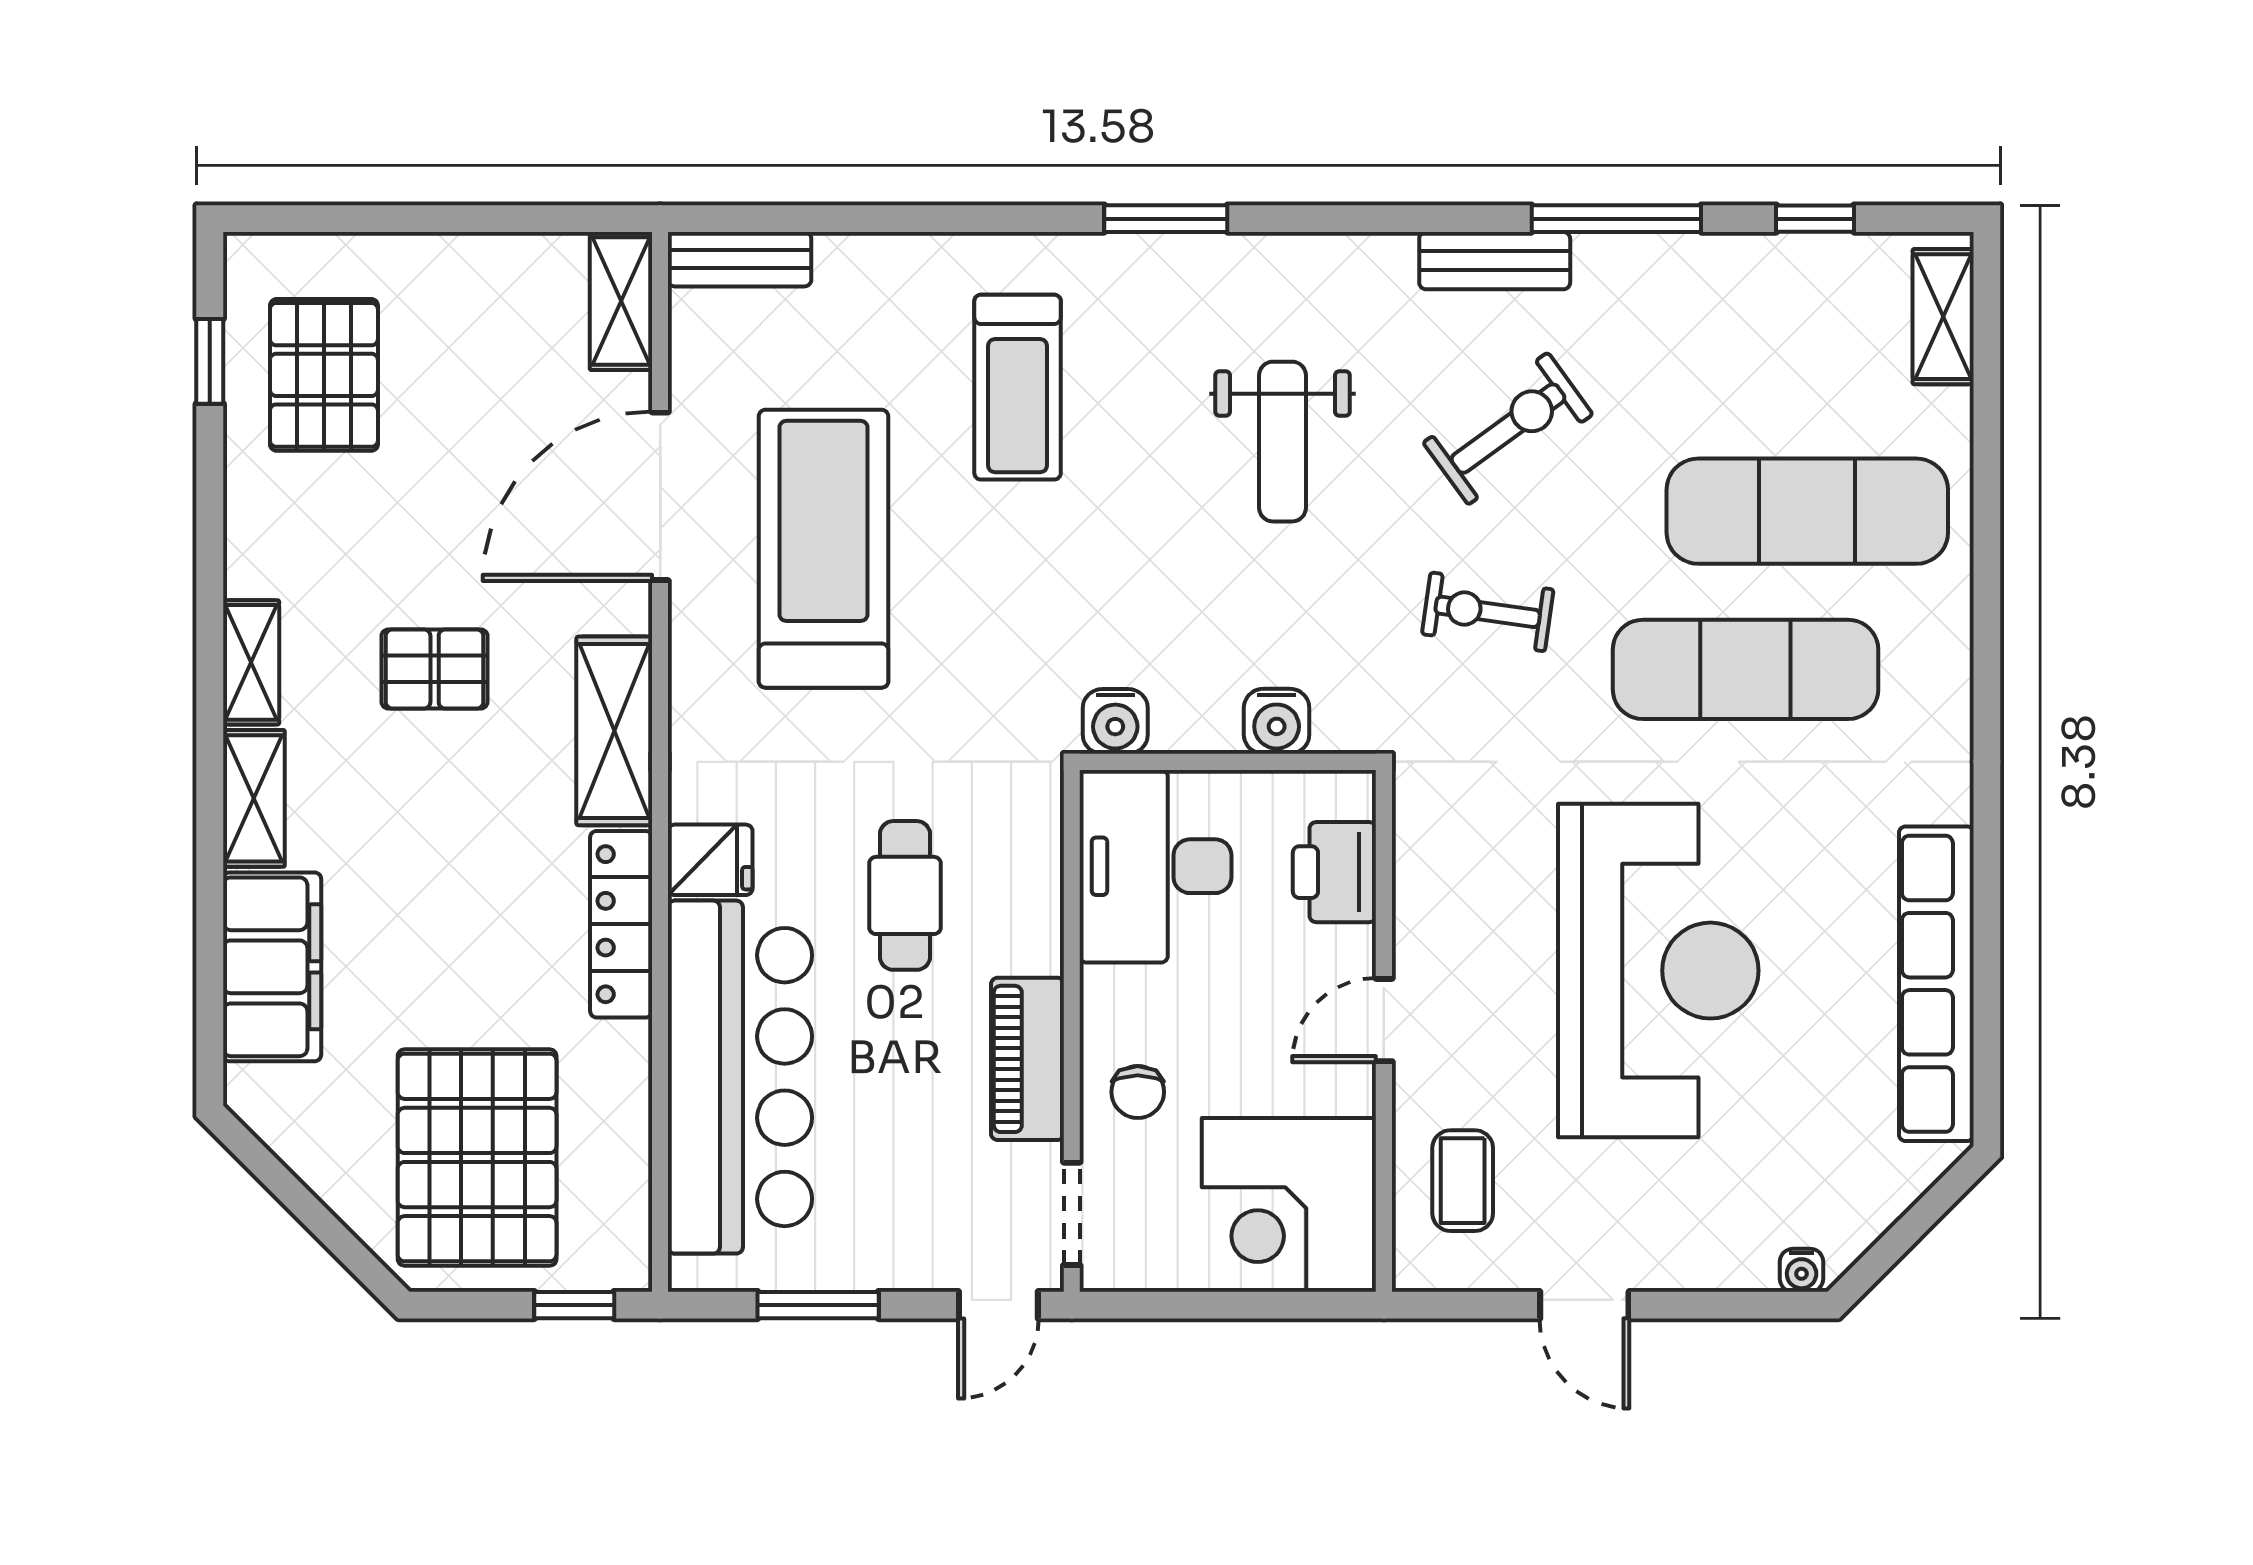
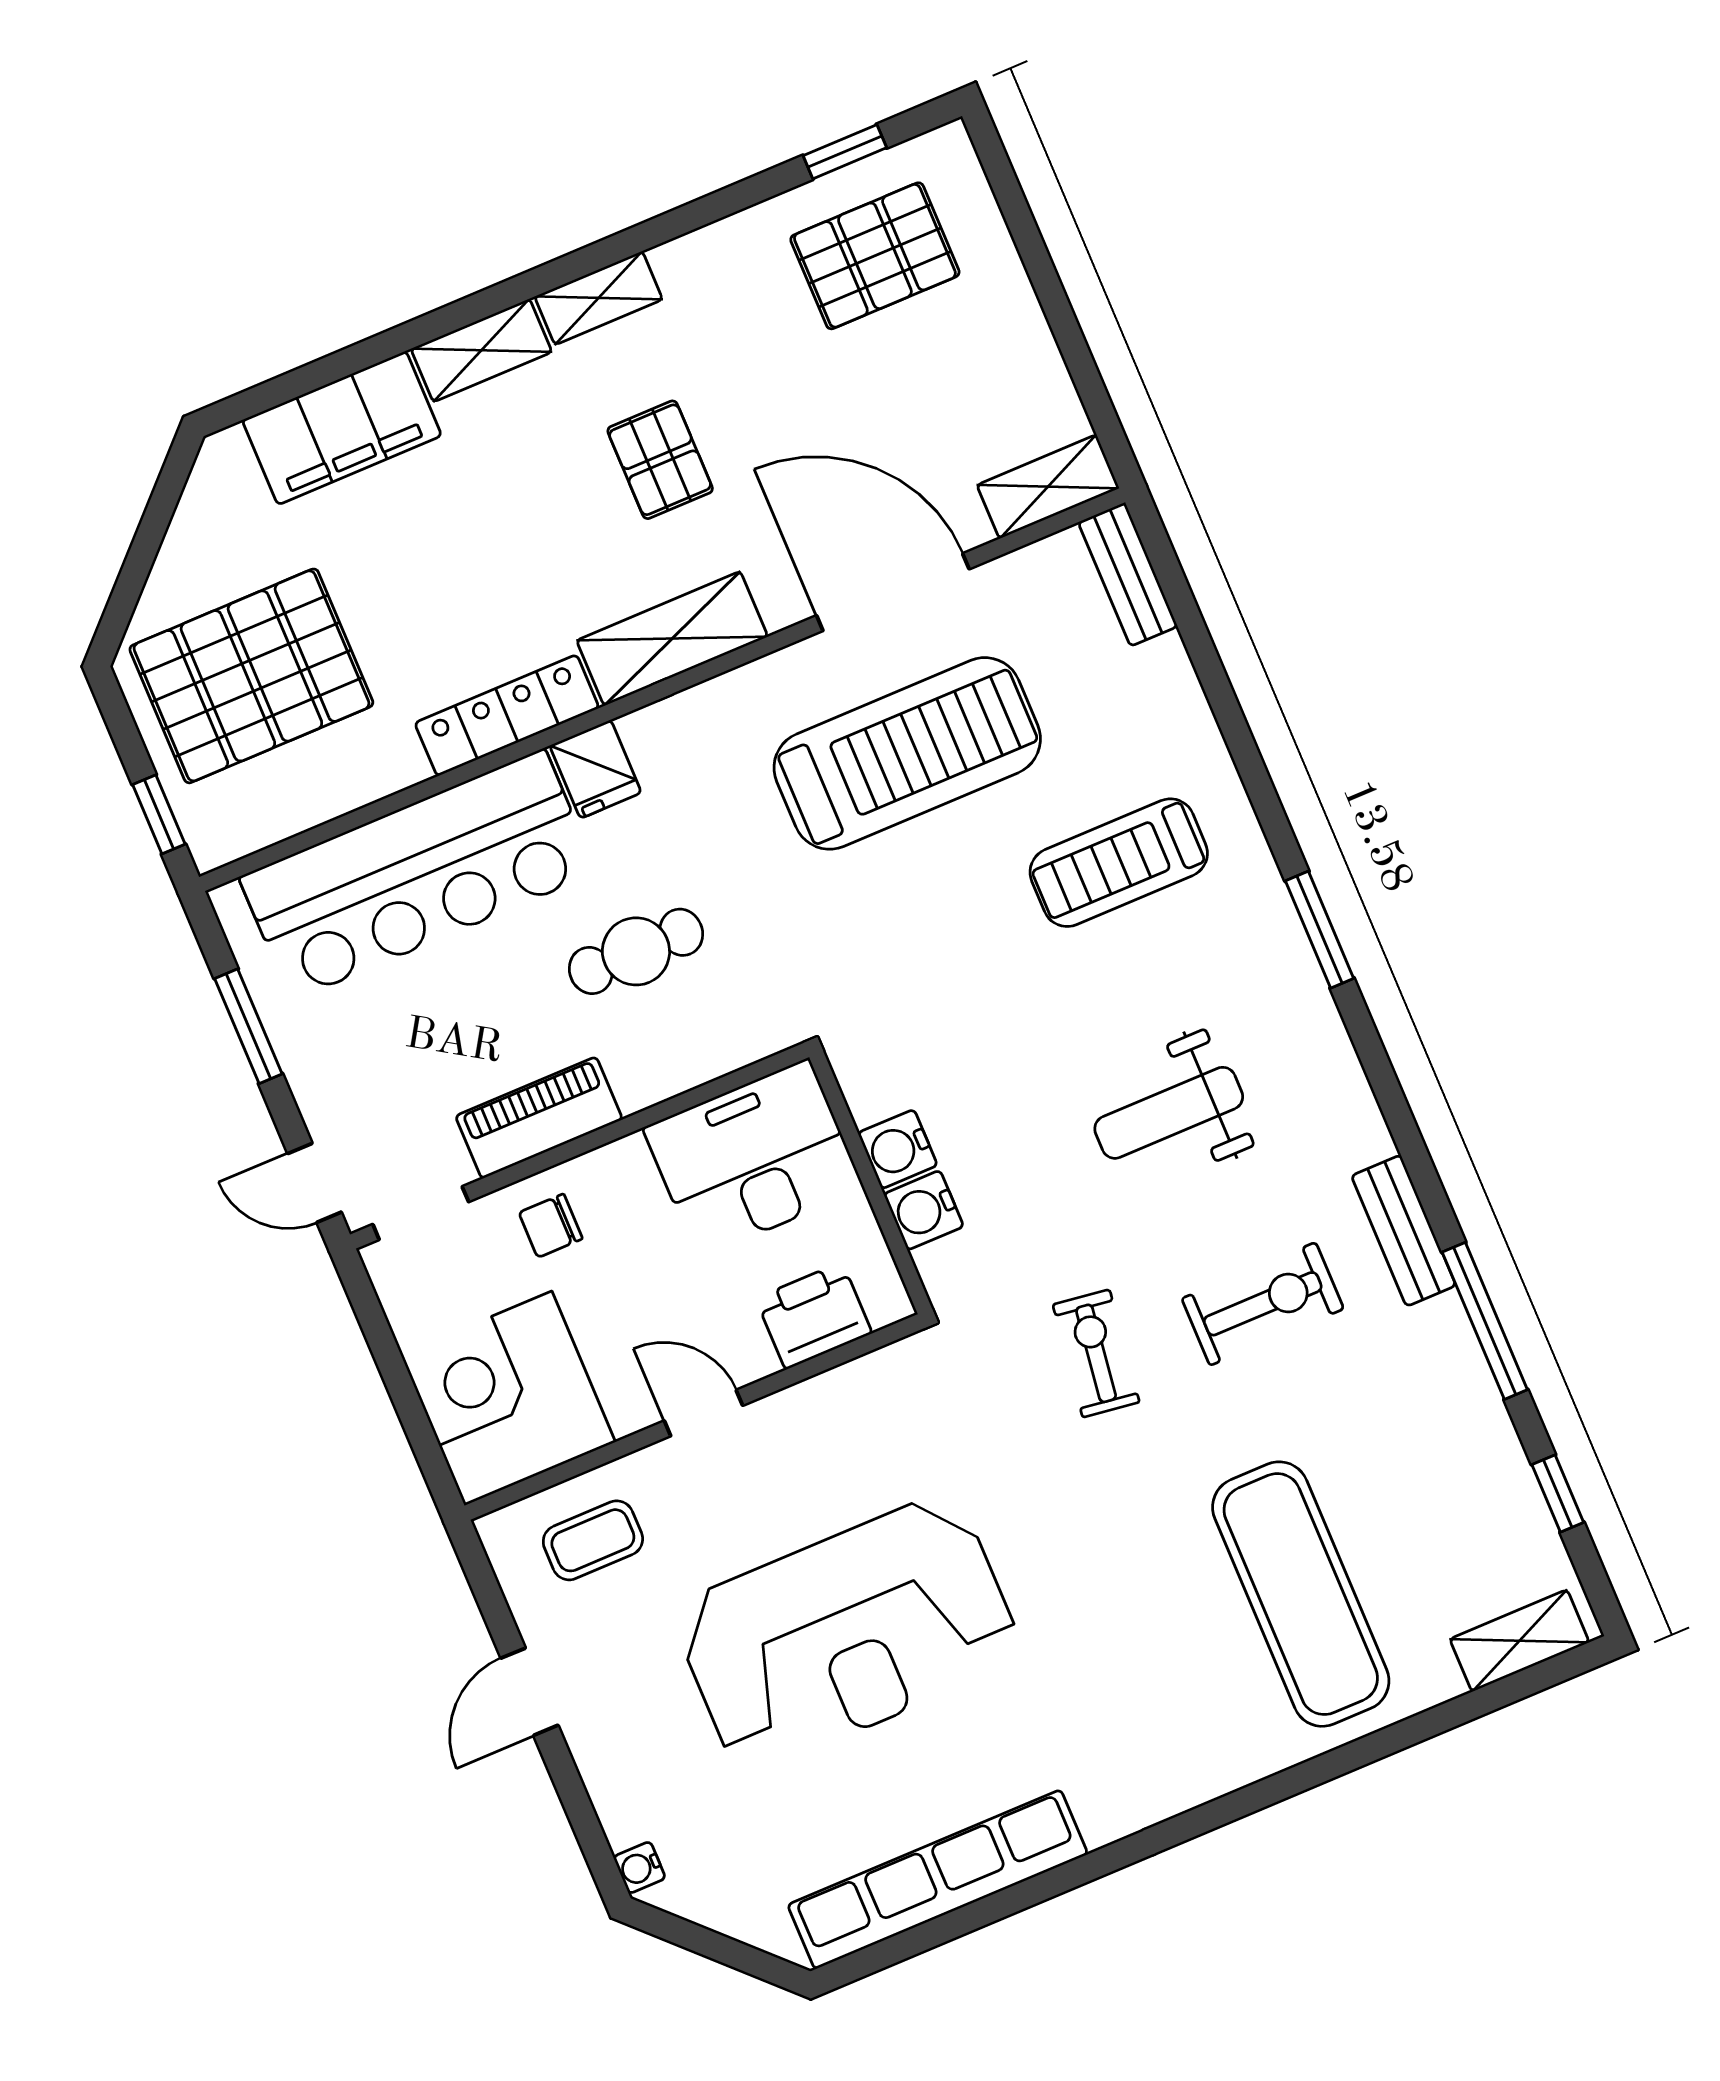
exercise bike: (1508, 429) -> (1263, 1304), turned -54
exercise mat: (1746, 669) -> (1141, 1598), removed
water cooler: (1115, 721) -> (898, 1149), moved

